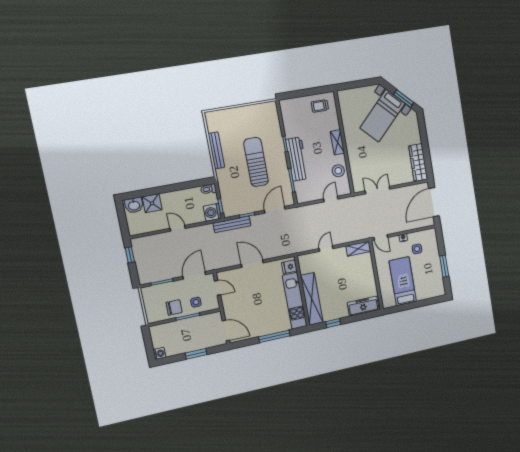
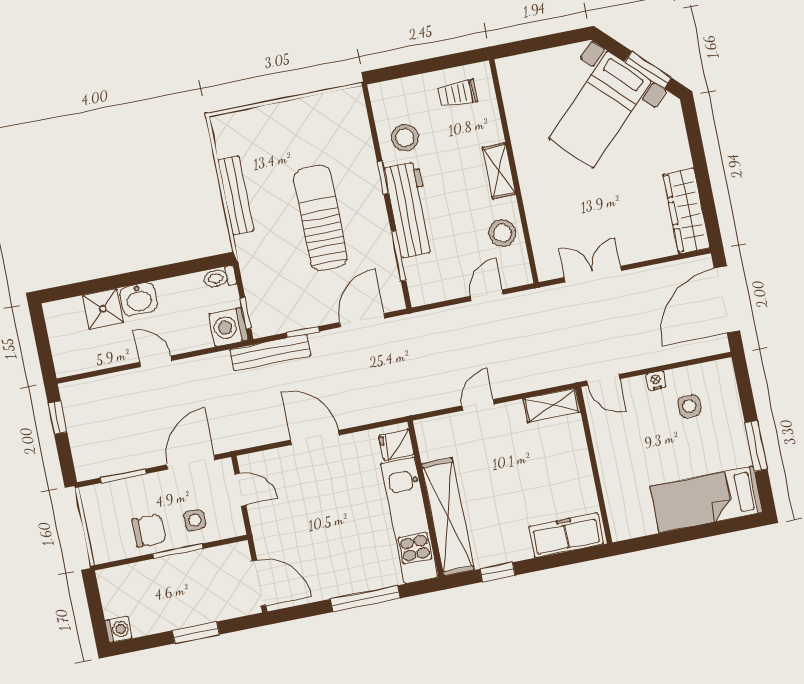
stool: (295, 126) -> (405, 138), added
washbasin: (134, 205) -> (139, 299), moved
bed: (403, 281) -> (706, 500), moved, turned -90

